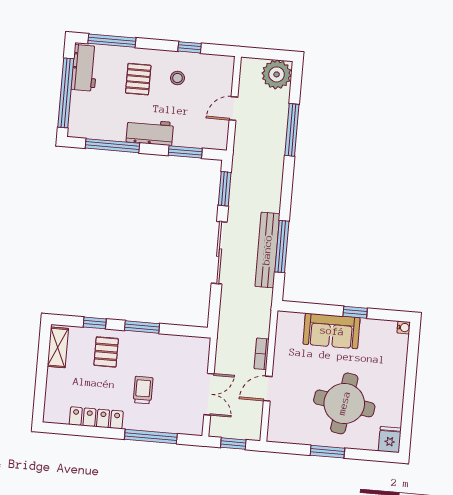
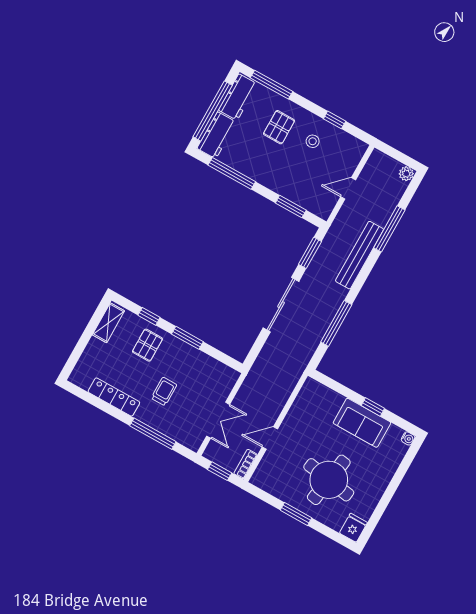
plant: (277, 74) -> (406, 174), width x0.53, depth x0.53
workbench: (150, 132) -> (217, 135), moved, turned 90
bench: (267, 250) -> (360, 255), moved
sofa: (332, 331) -> (362, 423), moved
bookcase: (262, 354) -> (246, 464), moved

